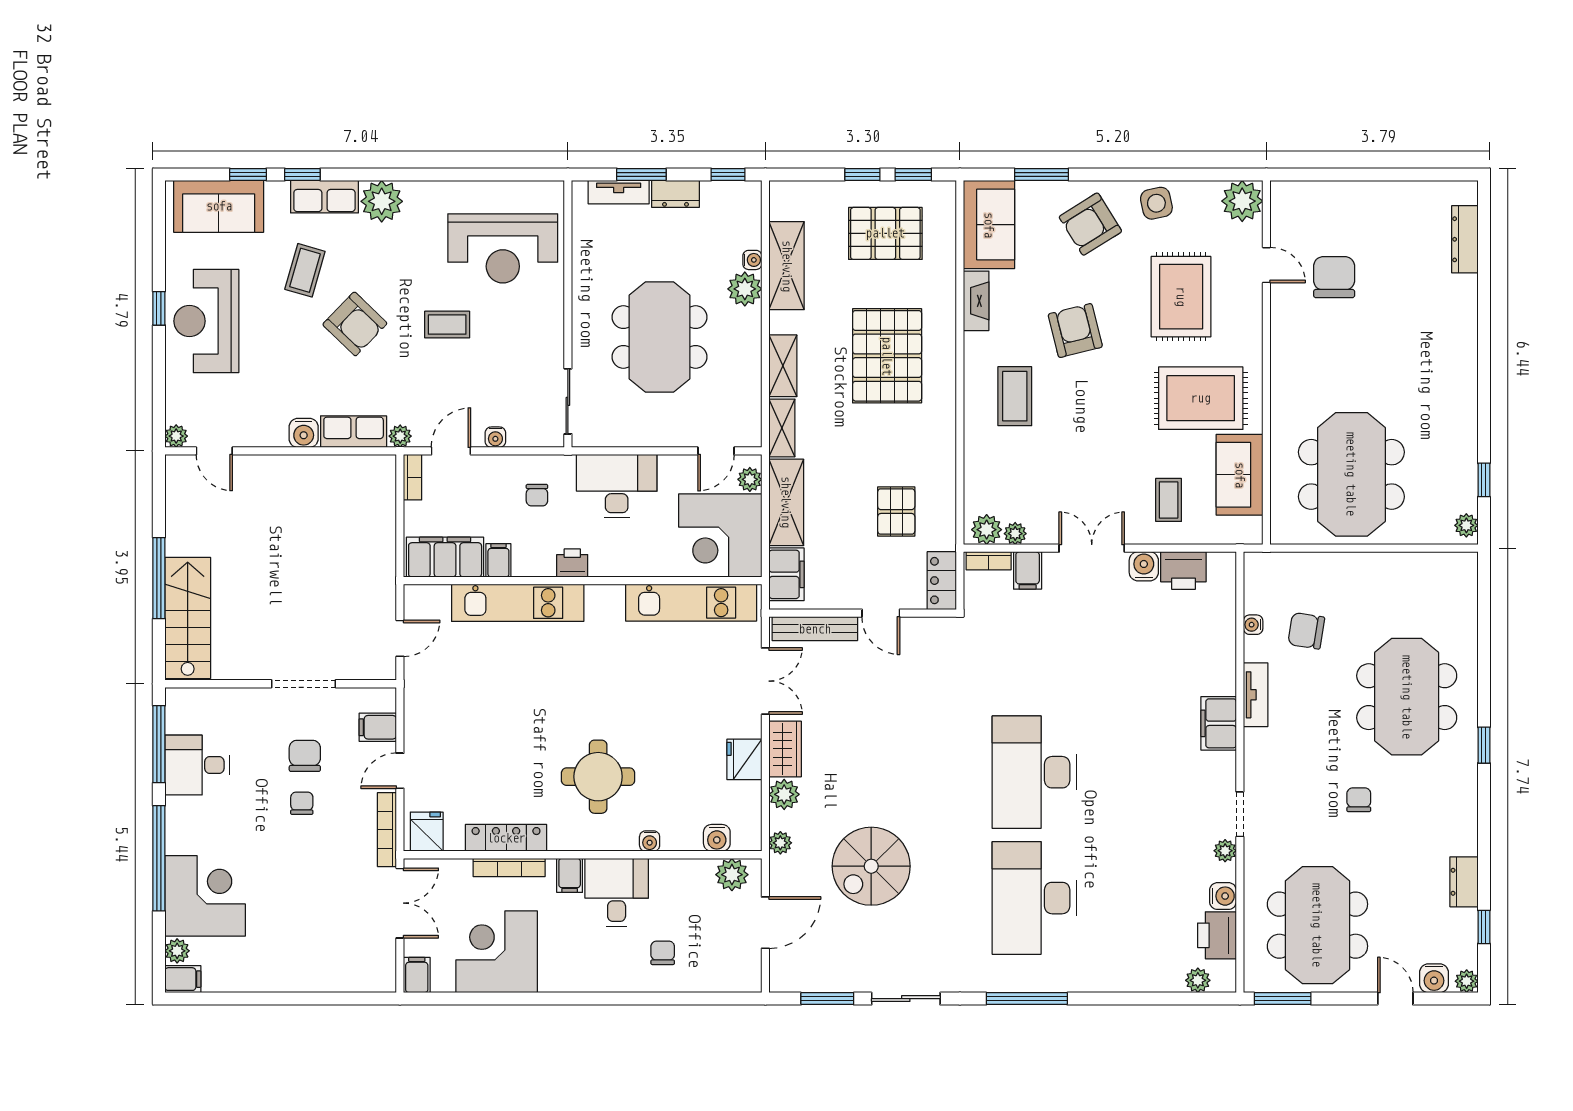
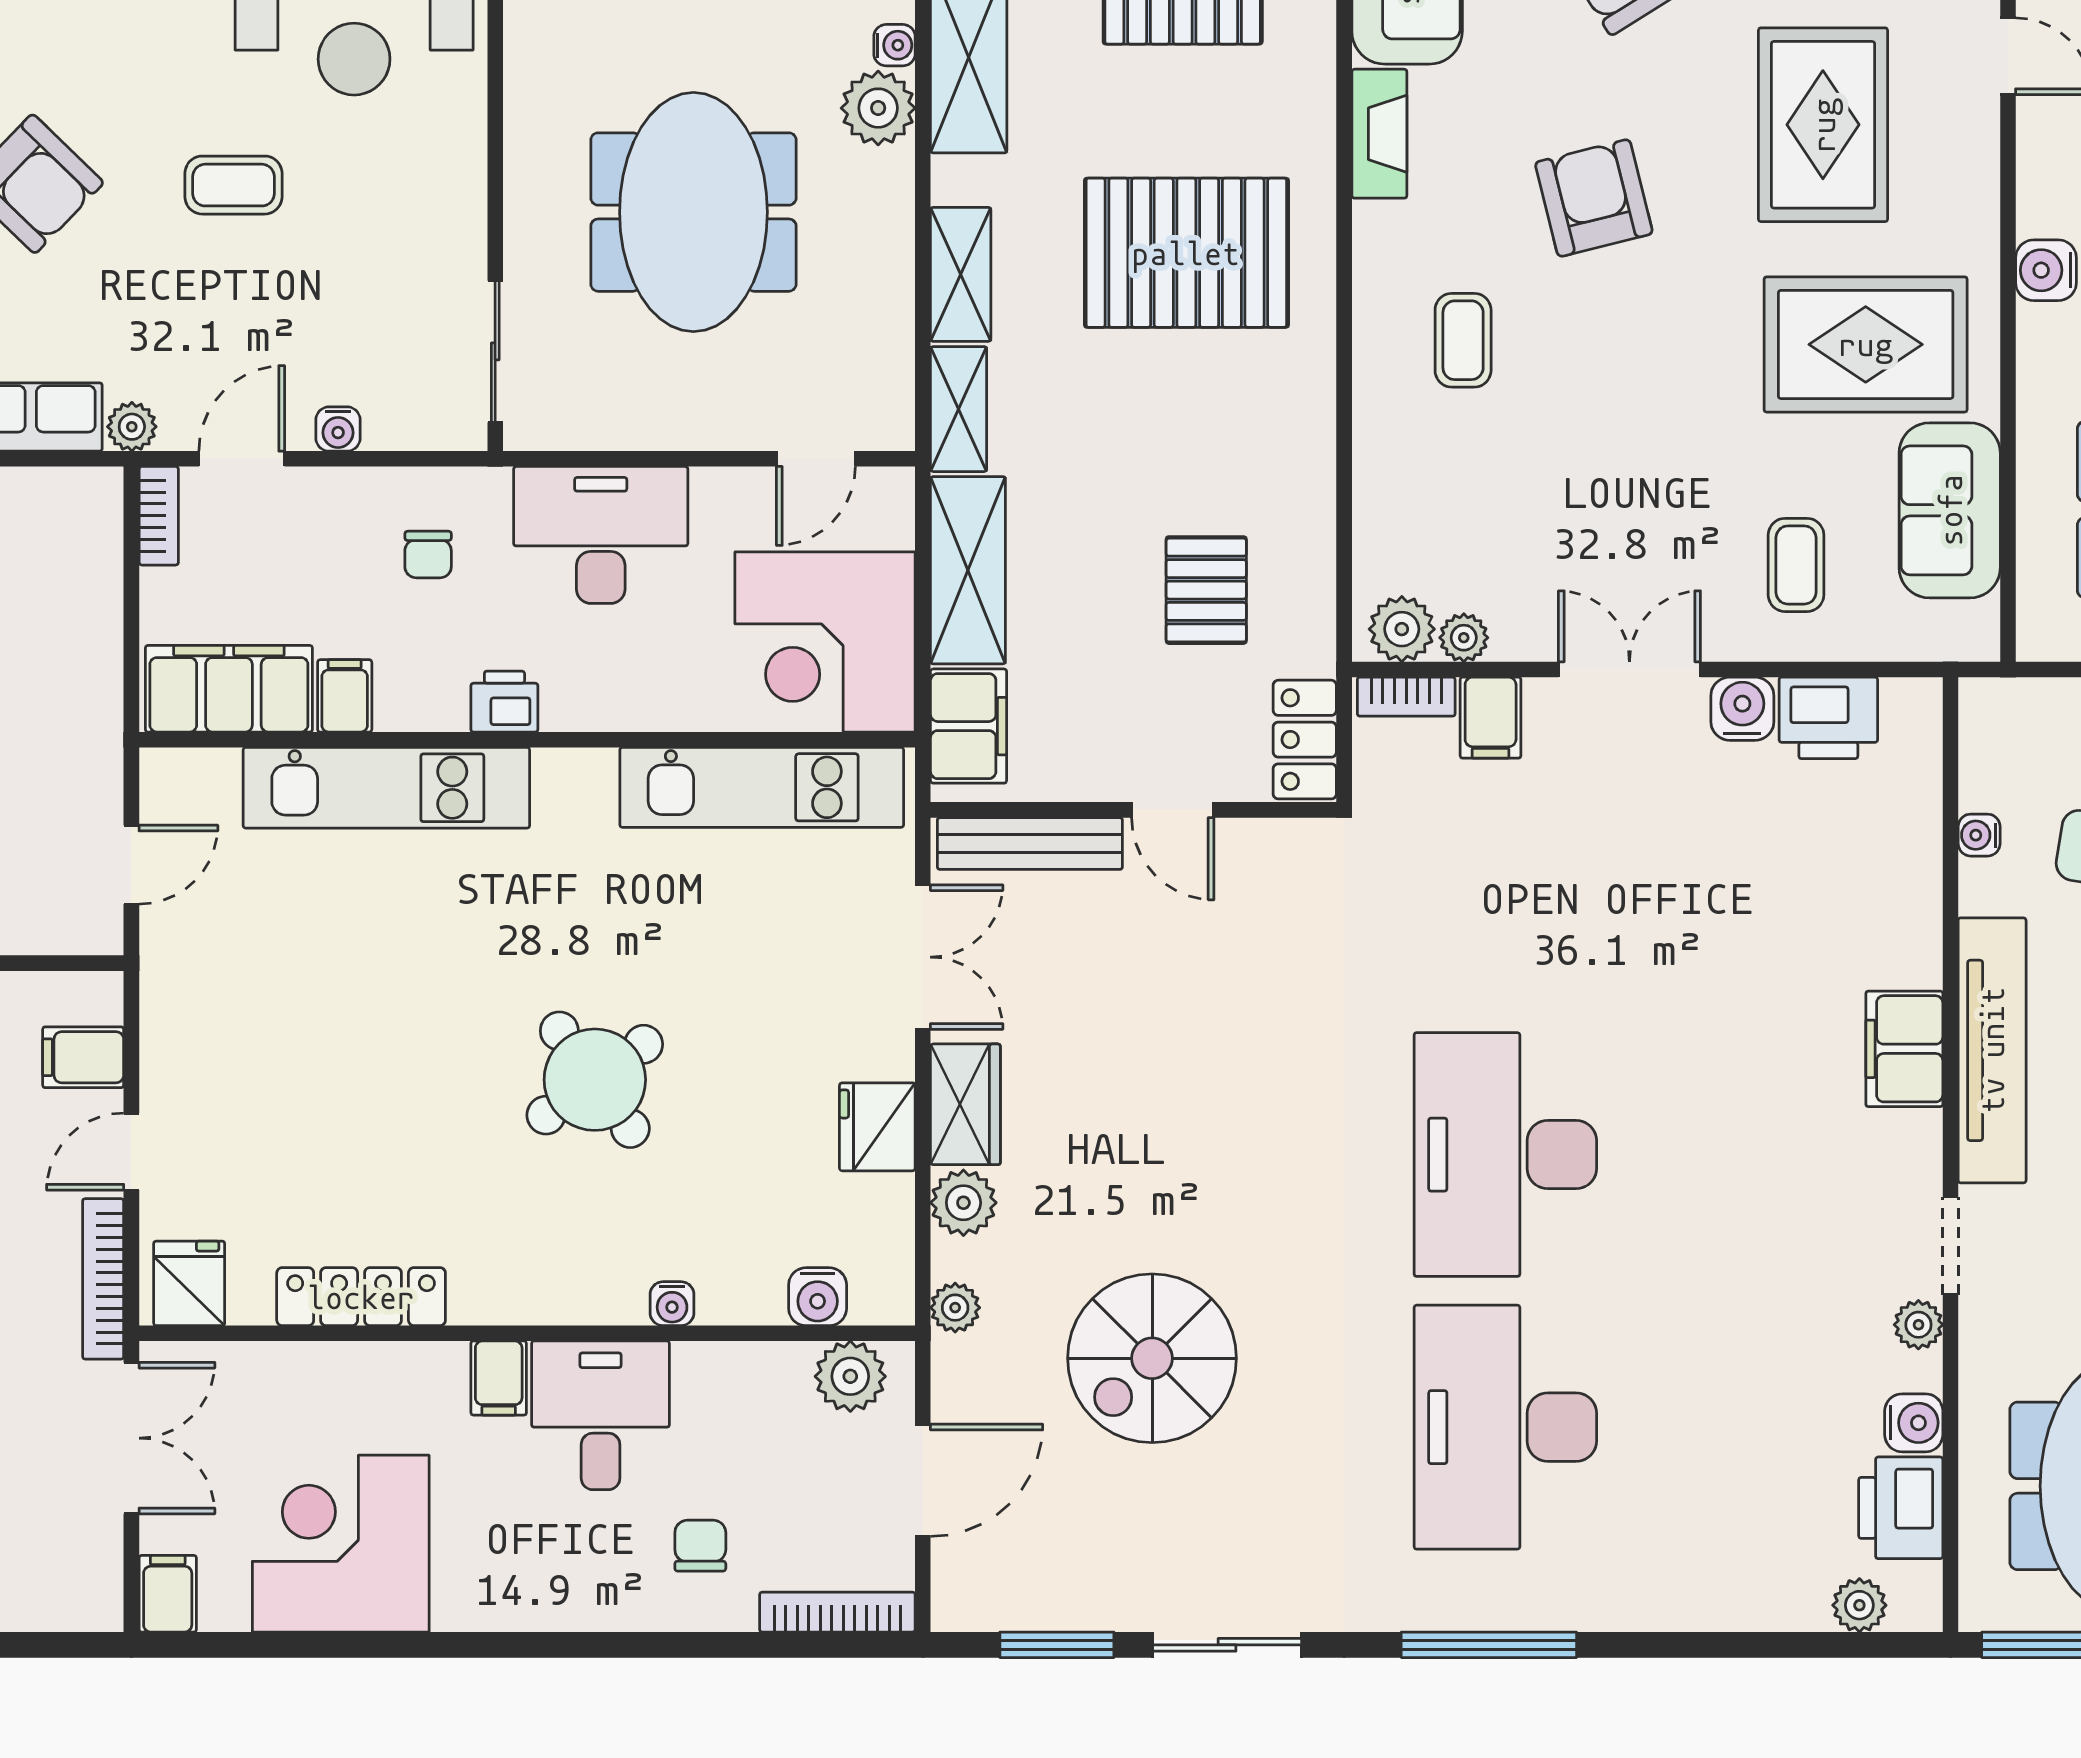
pallet: (887, 356) -> (1186, 253), turned 90
water cooler: (1284, 364) -> (2046, 270), added
coffee table: (1015, 396) -> (1463, 340), width x0.73, depth x0.77
plant: (750, 479) -> (889, 520), removed
tv unit: (1256, 695) -> (1992, 1050), width x1.92, depth x1.29
round table: (598, 777) -> (595, 1080), moved, turned -36
bookcase: (509, 867) -> (837, 1612), moved, turned 180

